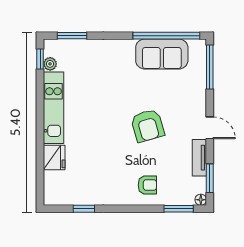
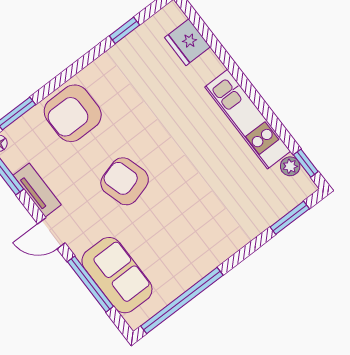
sofa: (162, 54) -> (117, 275), moved, turned 90
window: (210, 67) -> (90, 284), moved
fridge: (54, 157) -> (188, 42), moved
armchair: (147, 185) -> (73, 113), width x1.88, depth x1.88

